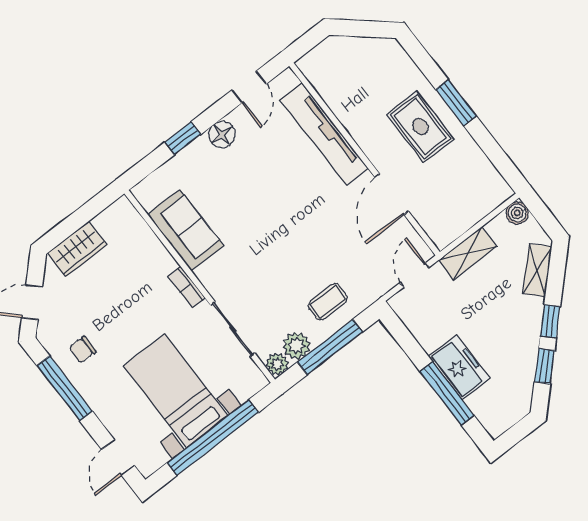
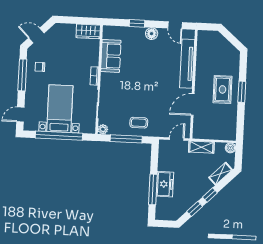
door: (249, 87) -> (175, 25), hinge flipped
wardrobe: (77, 249) -> (88, 31), moved
plant: (297, 346) -> (115, 129), removed

